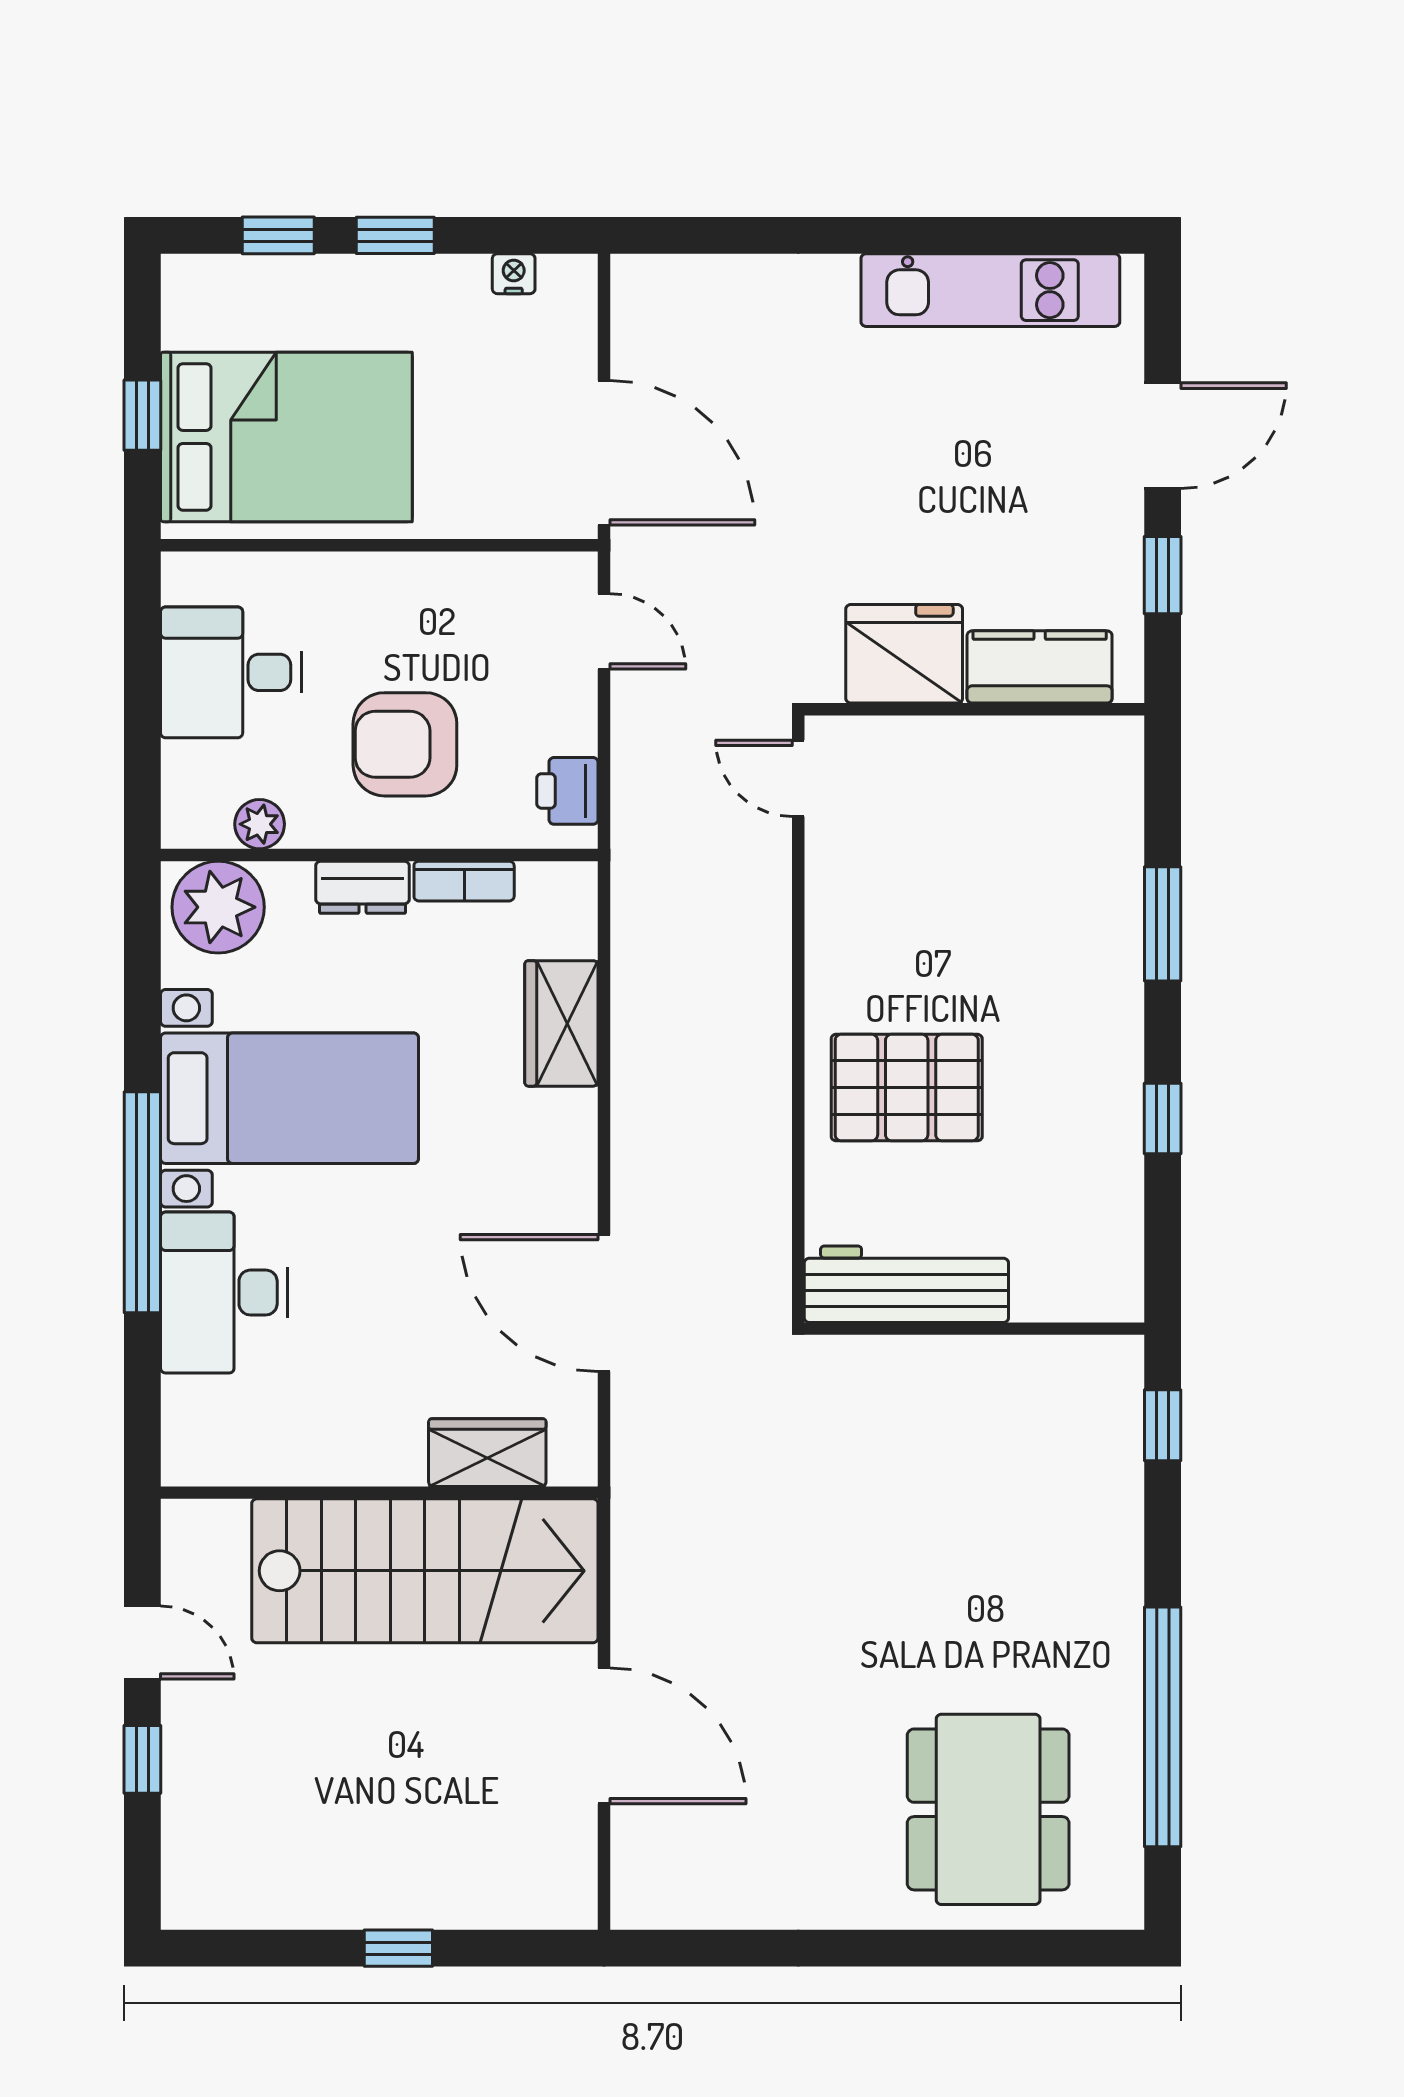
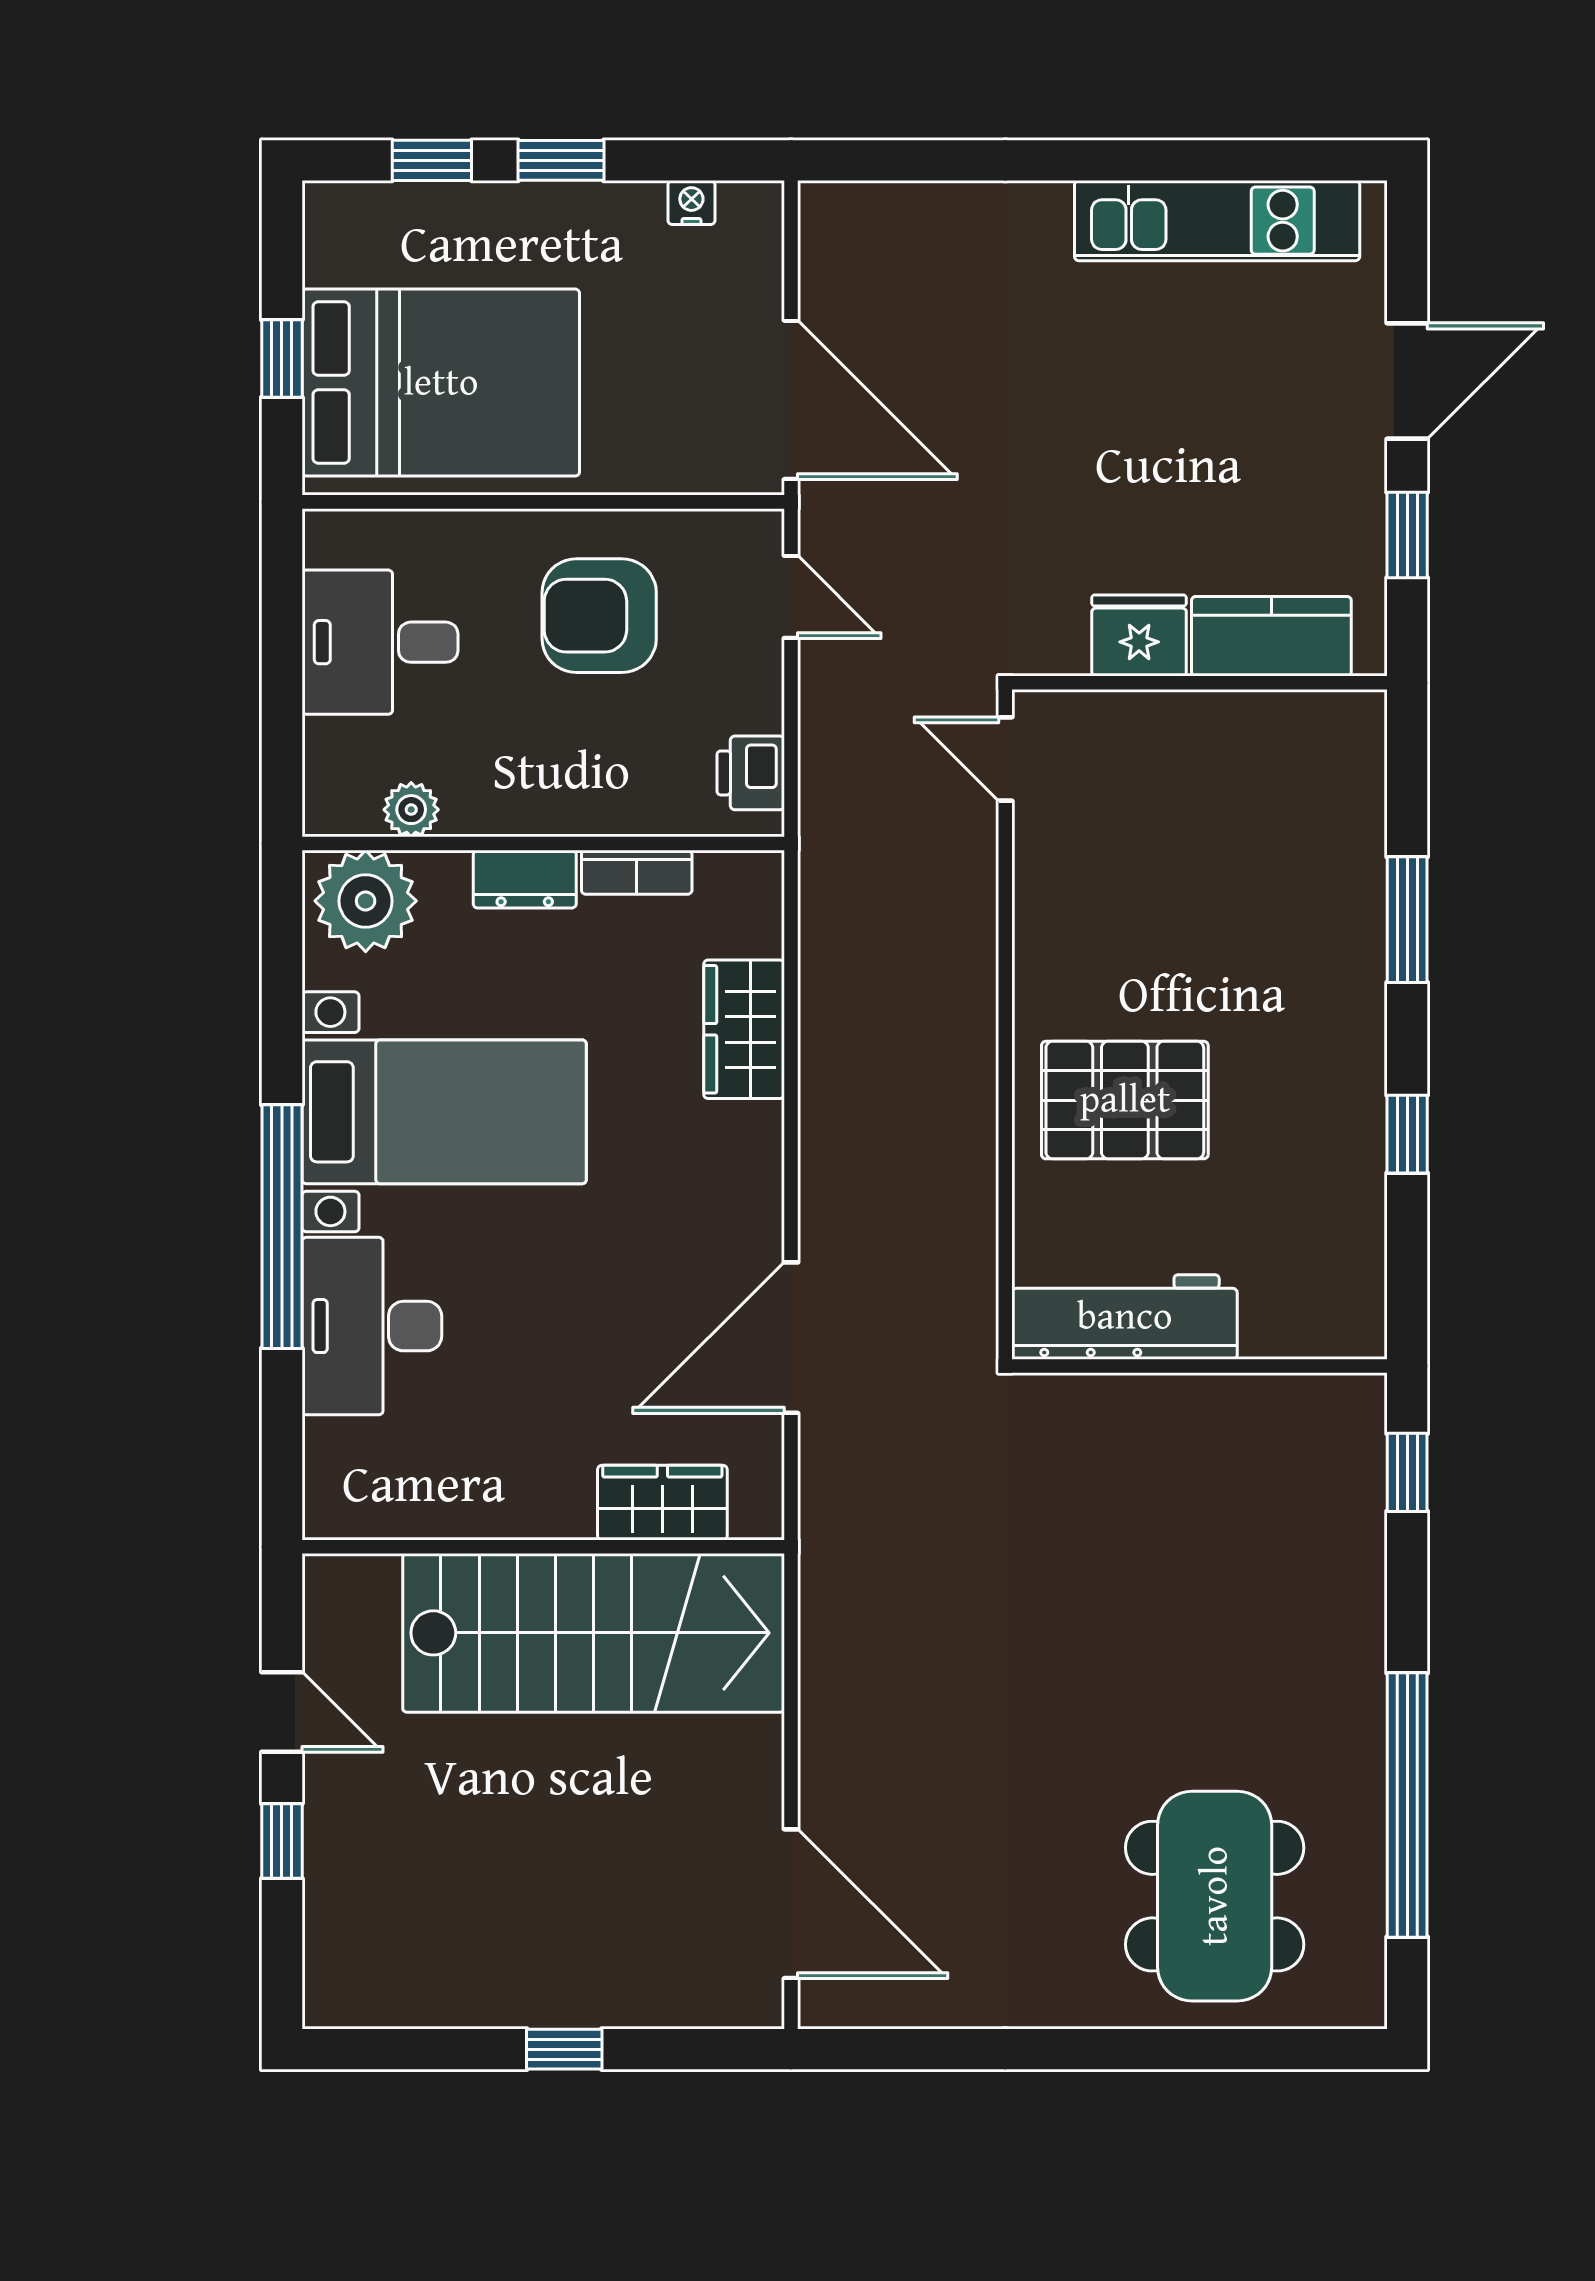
fridge: (904, 654) -> (1139, 635), width x0.73, depth x0.75
armchair: (405, 744) -> (599, 616), moved
door: (604, 1303) -> (791, 1338), hinge flipped
door: (604, 1736) -> (791, 1904), moved

